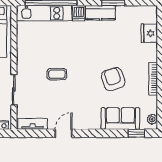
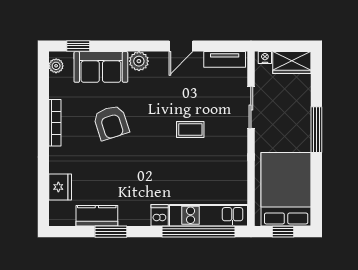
kitchen counter: (100, 13) -> (97, 216), moved
plant: (93, 123) -> (139, 61), added

